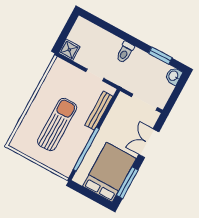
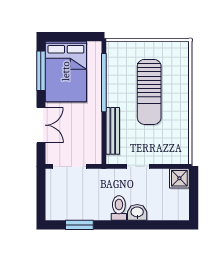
washbasin: (174, 76) -> (137, 212), moved, turned -90

